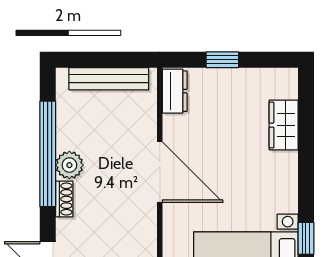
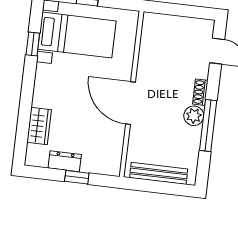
dresser: (175, 91) -> (65, 161), moved, turned 90
window: (48, 154) -> (208, 125), width x0.68

